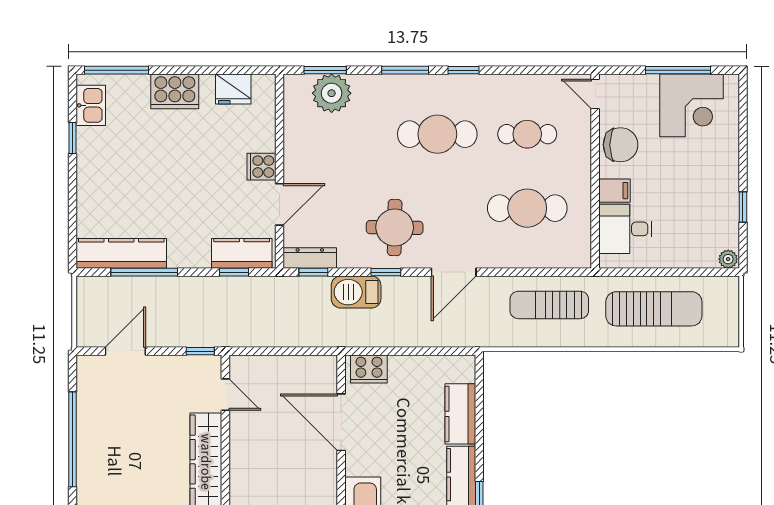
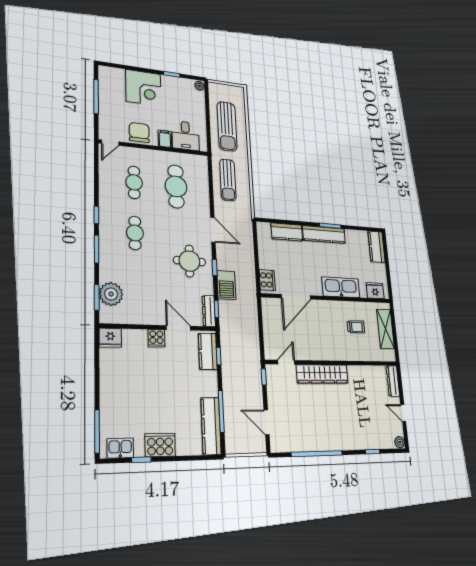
fridge: (233, 89) -> (110, 338), moved, turned 90
cooker: (175, 91) -> (160, 445), moved, turned -90
corner desk: (691, 105) -> (143, 88), moved, turned 90
cafe table: (437, 134) -> (135, 233), width x0.73, depth x0.74
sun lounger: (654, 309) -> (227, 126), turned 180

